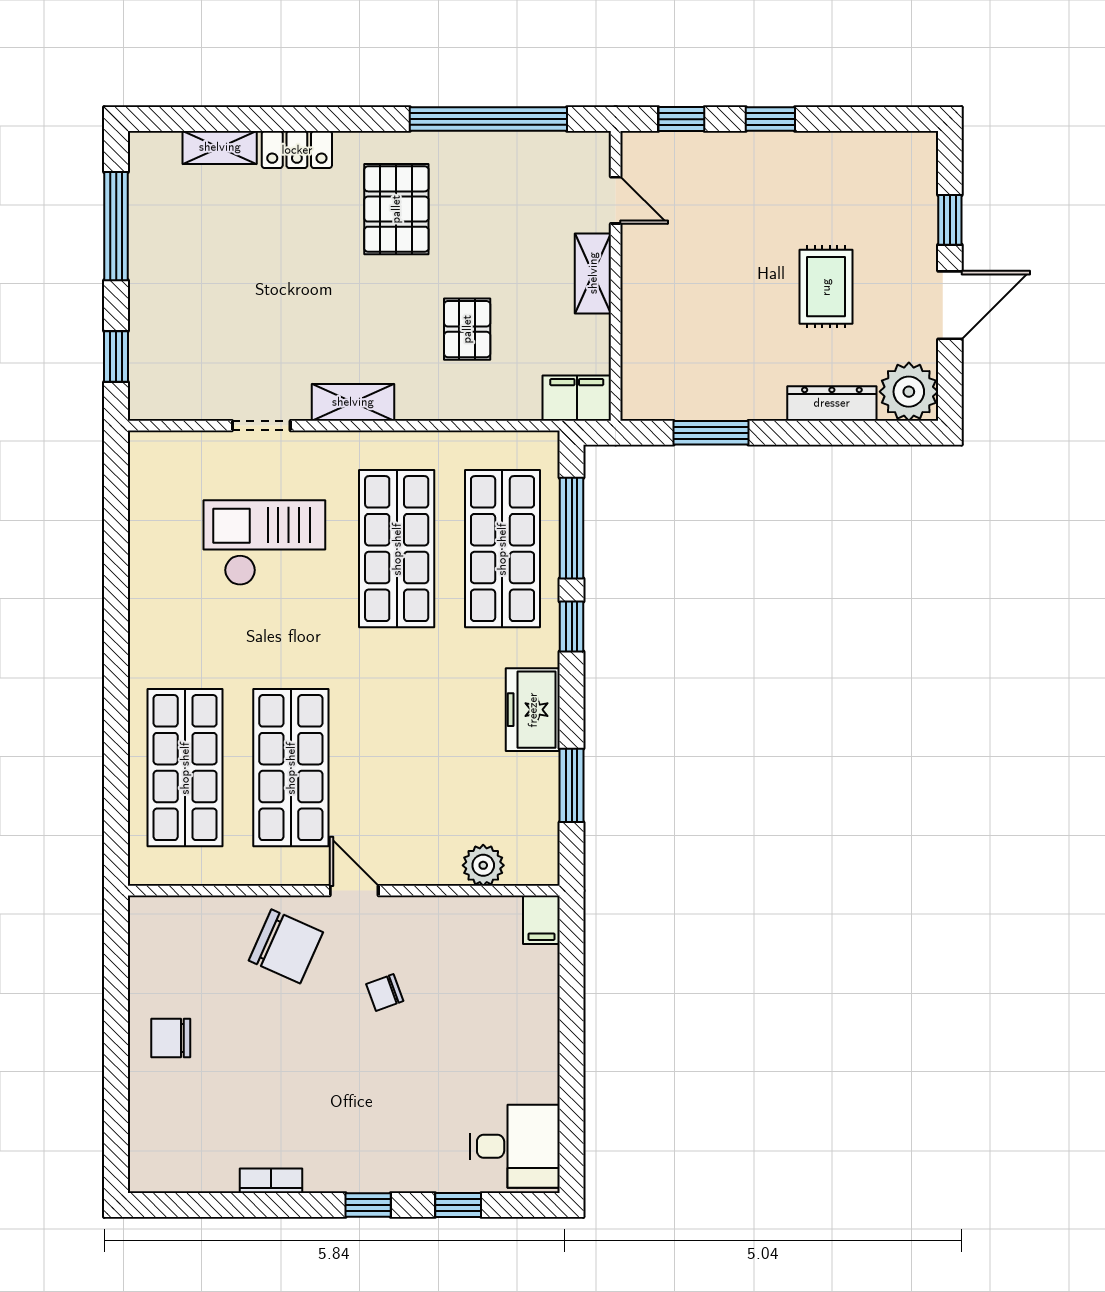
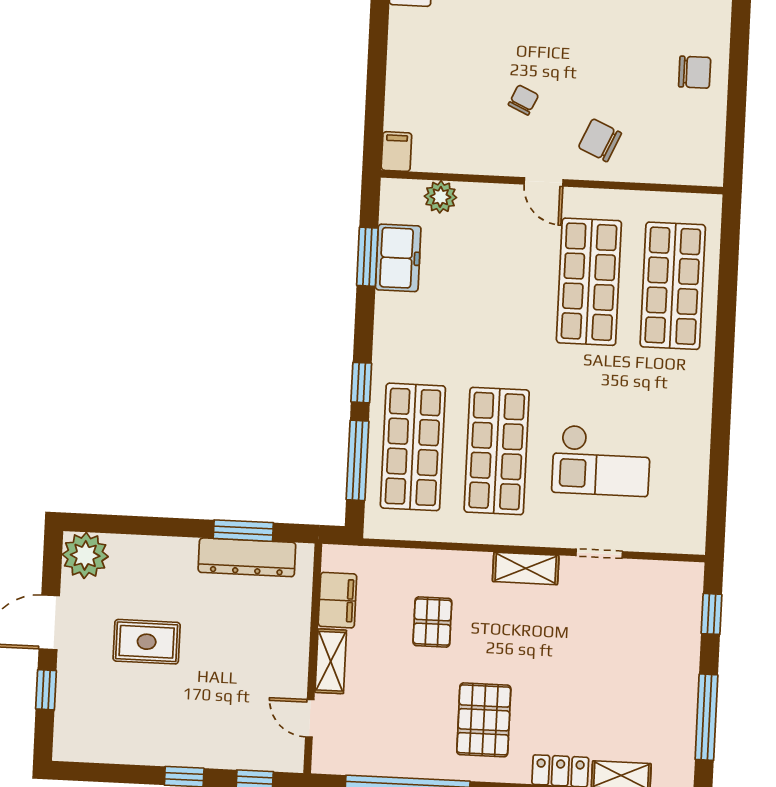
rug: (826, 287) -> (147, 642), turned 90
filing cabinet: (577, 398) -> (337, 600), moved, turned -90
dresser: (832, 403) -> (247, 557), moved, width x1.37, depth x1.24
freezer: (533, 710) -> (398, 258), moved
chair: (286, 946) -> (600, 140), width x0.73, depth x0.73
chair: (385, 993) -> (523, 100), turned -45

